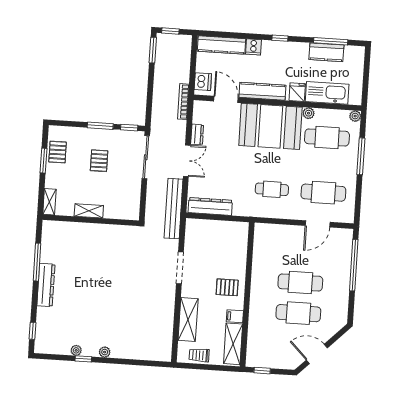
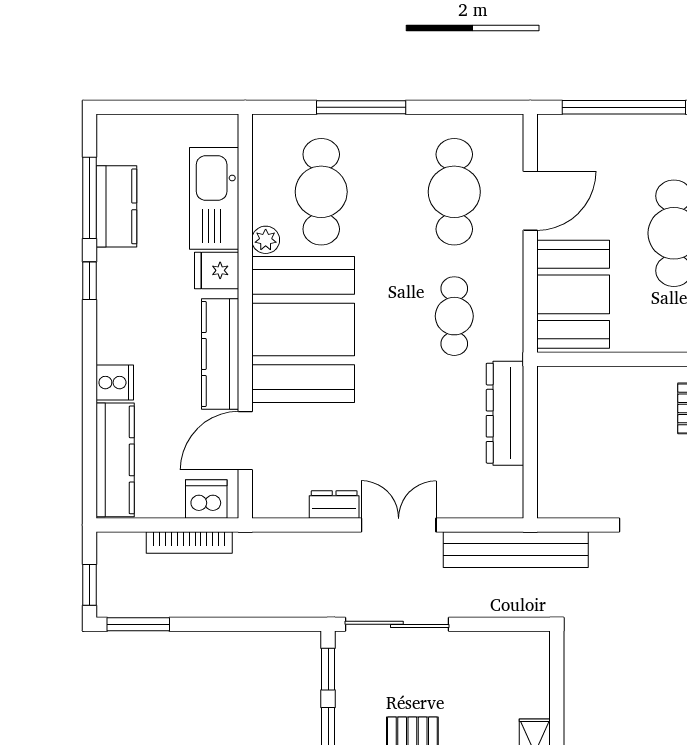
window: (280, 38) -> (89, 281), moved
bookcase: (183, 102) -> (189, 543), moved
plant: (355, 116) -> (265, 127), removed
dresser: (210, 206) -> (505, 413), moved
door: (318, 224) -> (530, 201), hinge flipped
booth: (278, 239) -> (573, 294), added

